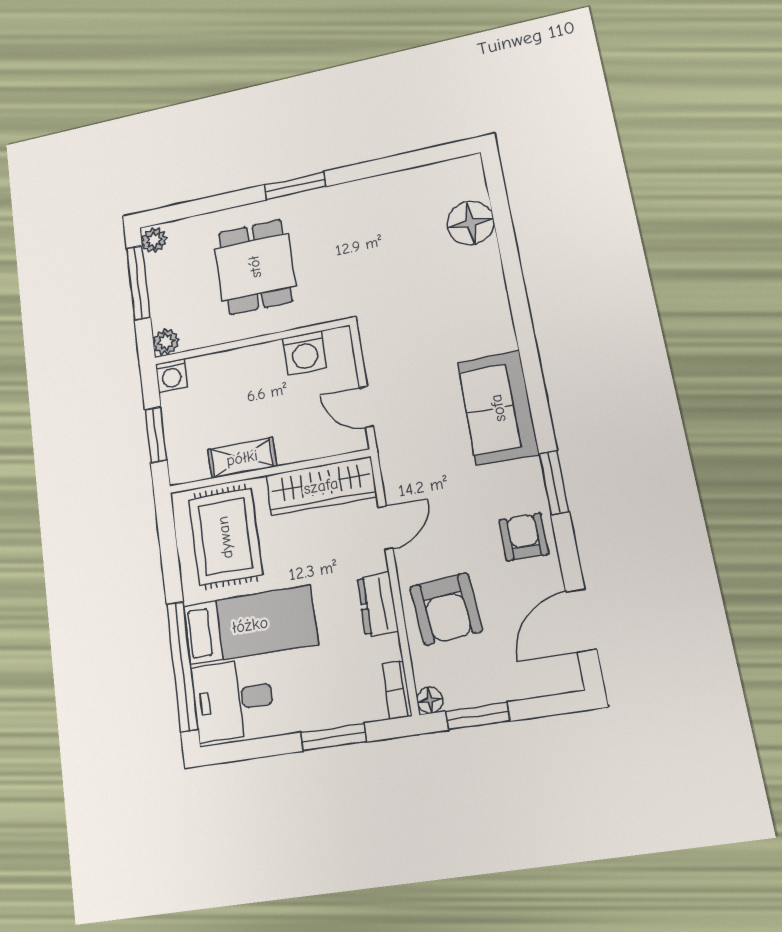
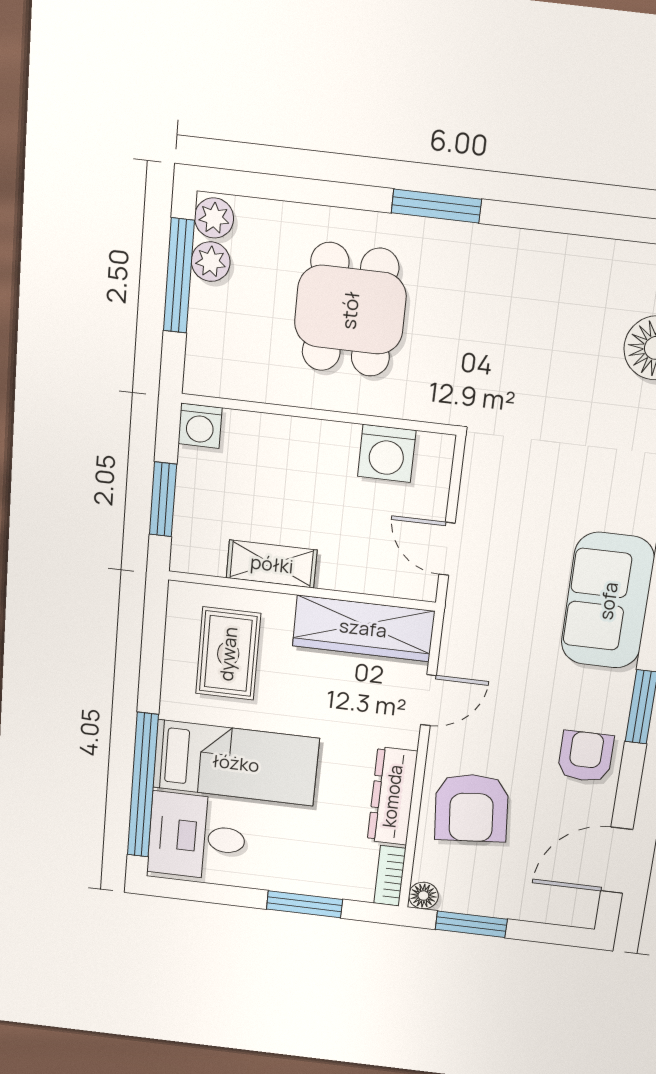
plant: (166, 342) -> (211, 262), moved
rug: (225, 537) -> (228, 654), width x0.73, depth x0.70
dresser: (378, 604) -> (392, 796), width x1.44

